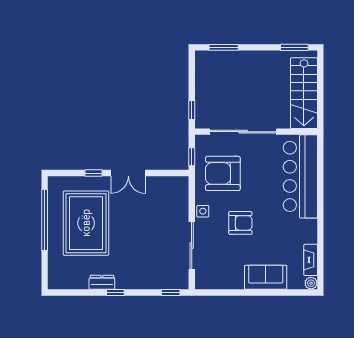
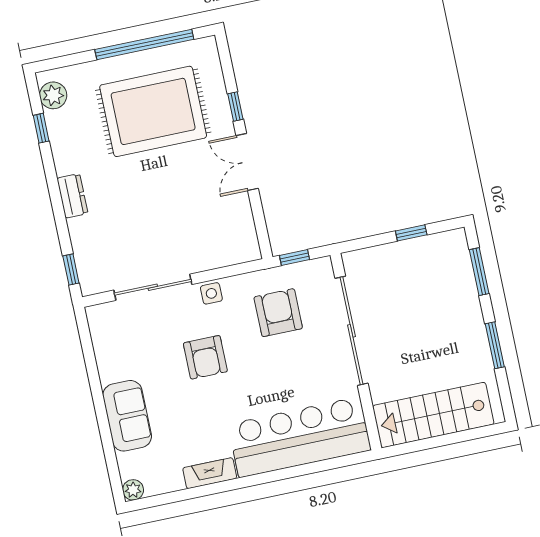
window: (294, 47) -> (495, 345), moved
window: (192, 110) -> (411, 233), moved
armchair: (223, 173) -> (278, 313), width x0.73, depth x0.73
fireplace: (311, 260) -> (210, 473), moved
plant: (64, 281) -> (53, 95), added
dresser: (102, 282) -> (72, 196), moved
window: (115, 293) -> (41, 128), moved

